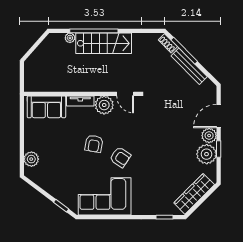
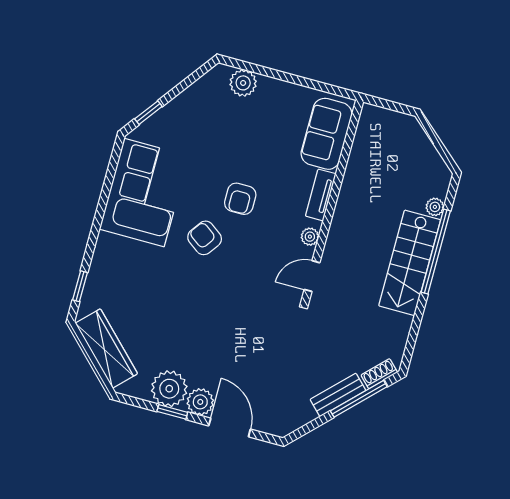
bench: (189, 66) -> (338, 395), width x0.73
plant: (104, 105) -> (310, 237), width x0.53, depth x0.53
armchair: (94, 144) -> (240, 199), turned -100
armchair: (120, 157) -> (205, 238), turned 92

